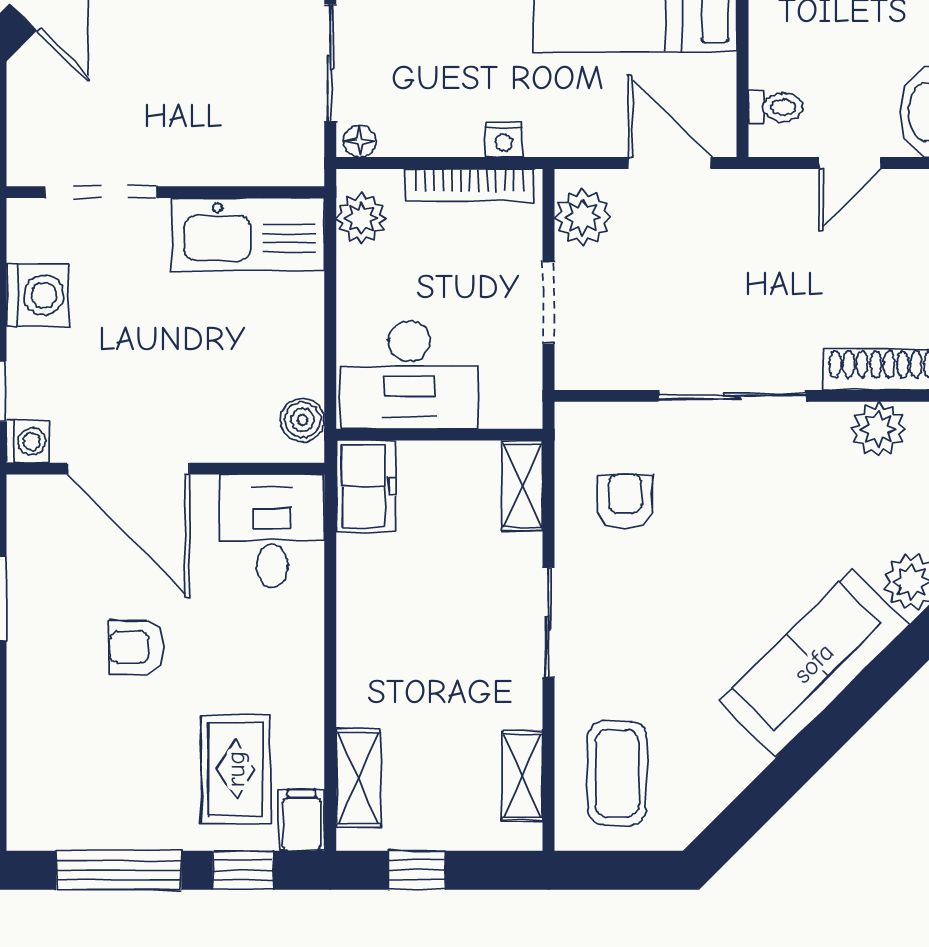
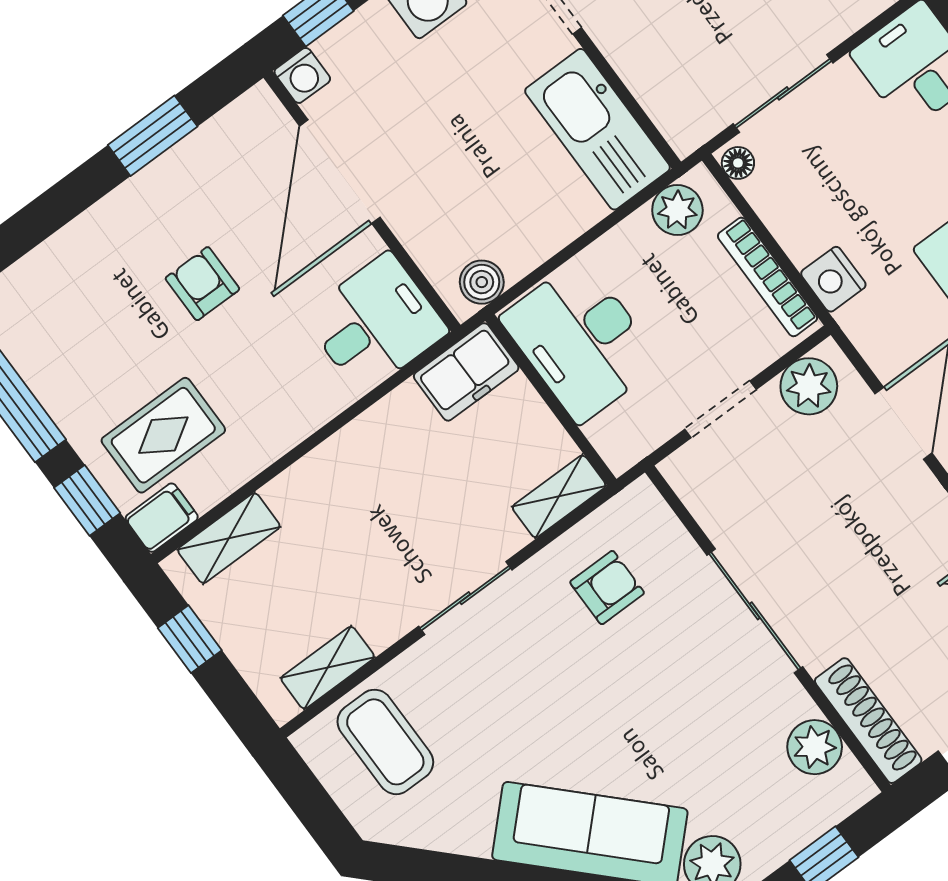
nightstand: (504, 140) -> (833, 279), width x1.39, depth x1.35
coffee table: (617, 773) -> (385, 742), turned 90

